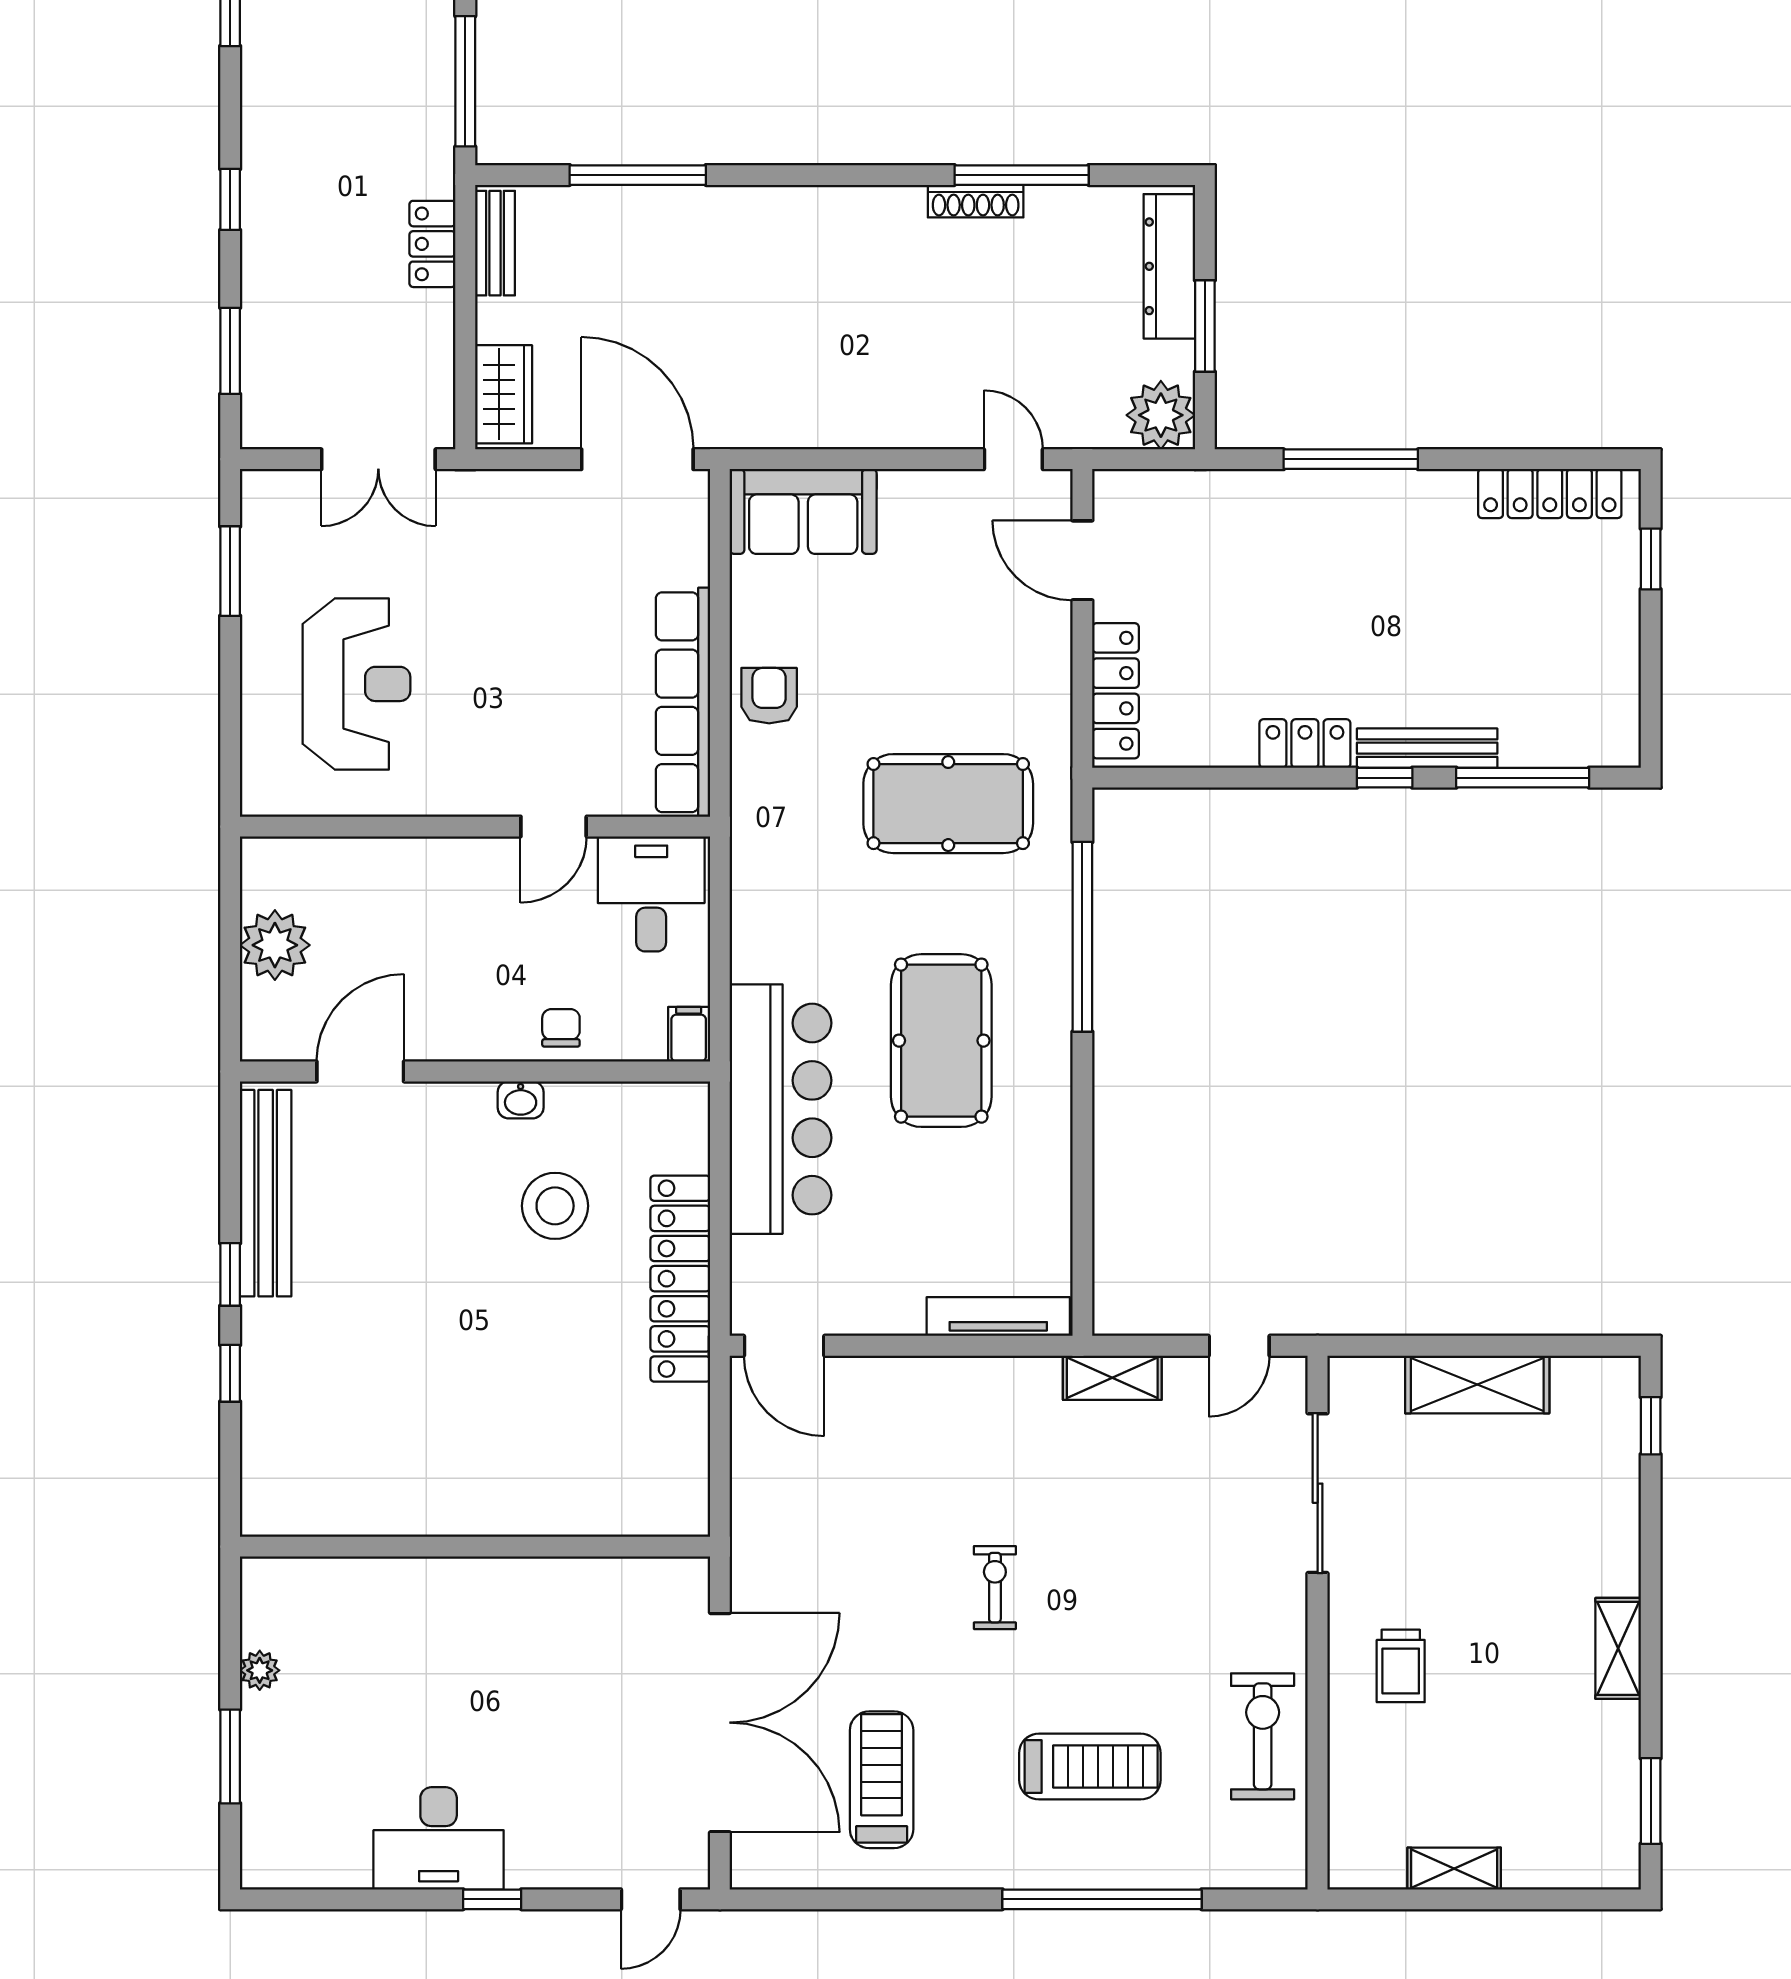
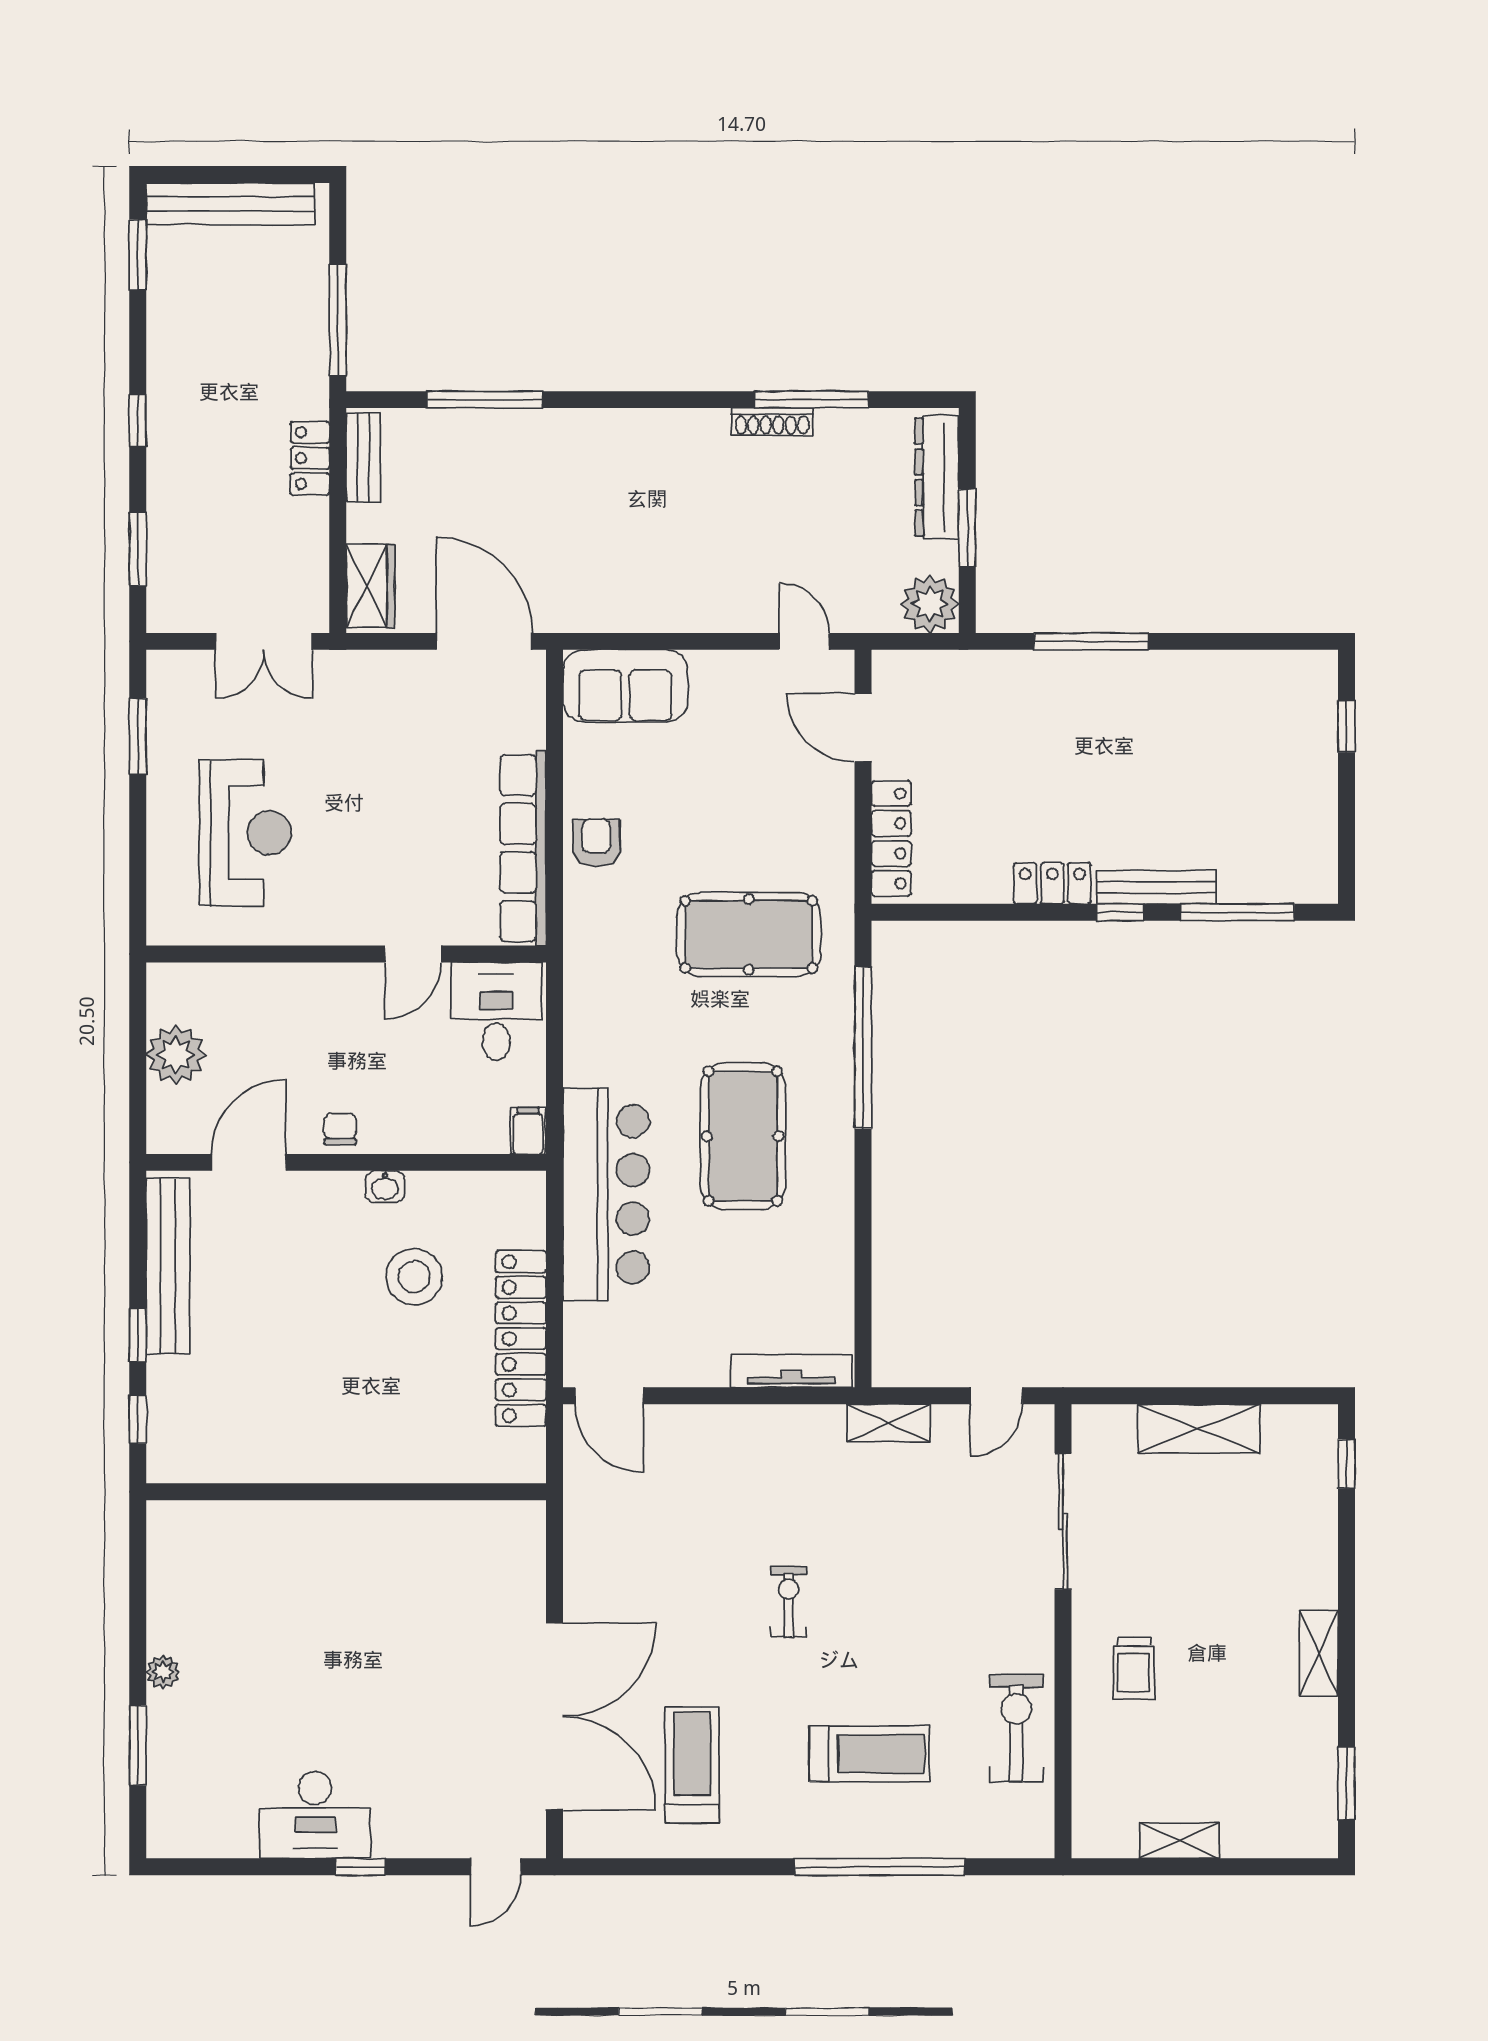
locker: (1550, 493) -> (1261, 671), removed
chair: (561, 1028) -> (340, 1129), moved
wall: (475, 1547) -> (346, 1492), moved

